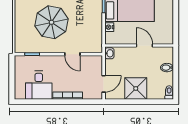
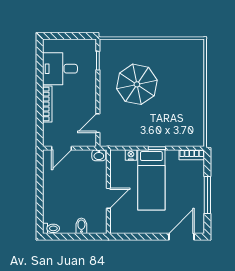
door: (72, 54) -> (98, 123), moved
door: (104, 84) -> (62, 148), hinge flipped
shower: (136, 88) -> (56, 187), removed

